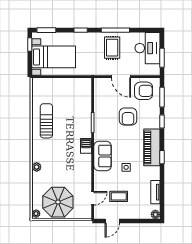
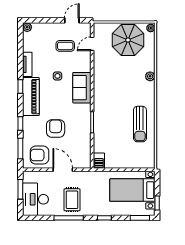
barbecue: (86, 146) -> (99, 161), moved
tv unit: (155, 192) -> (27, 64), moved

